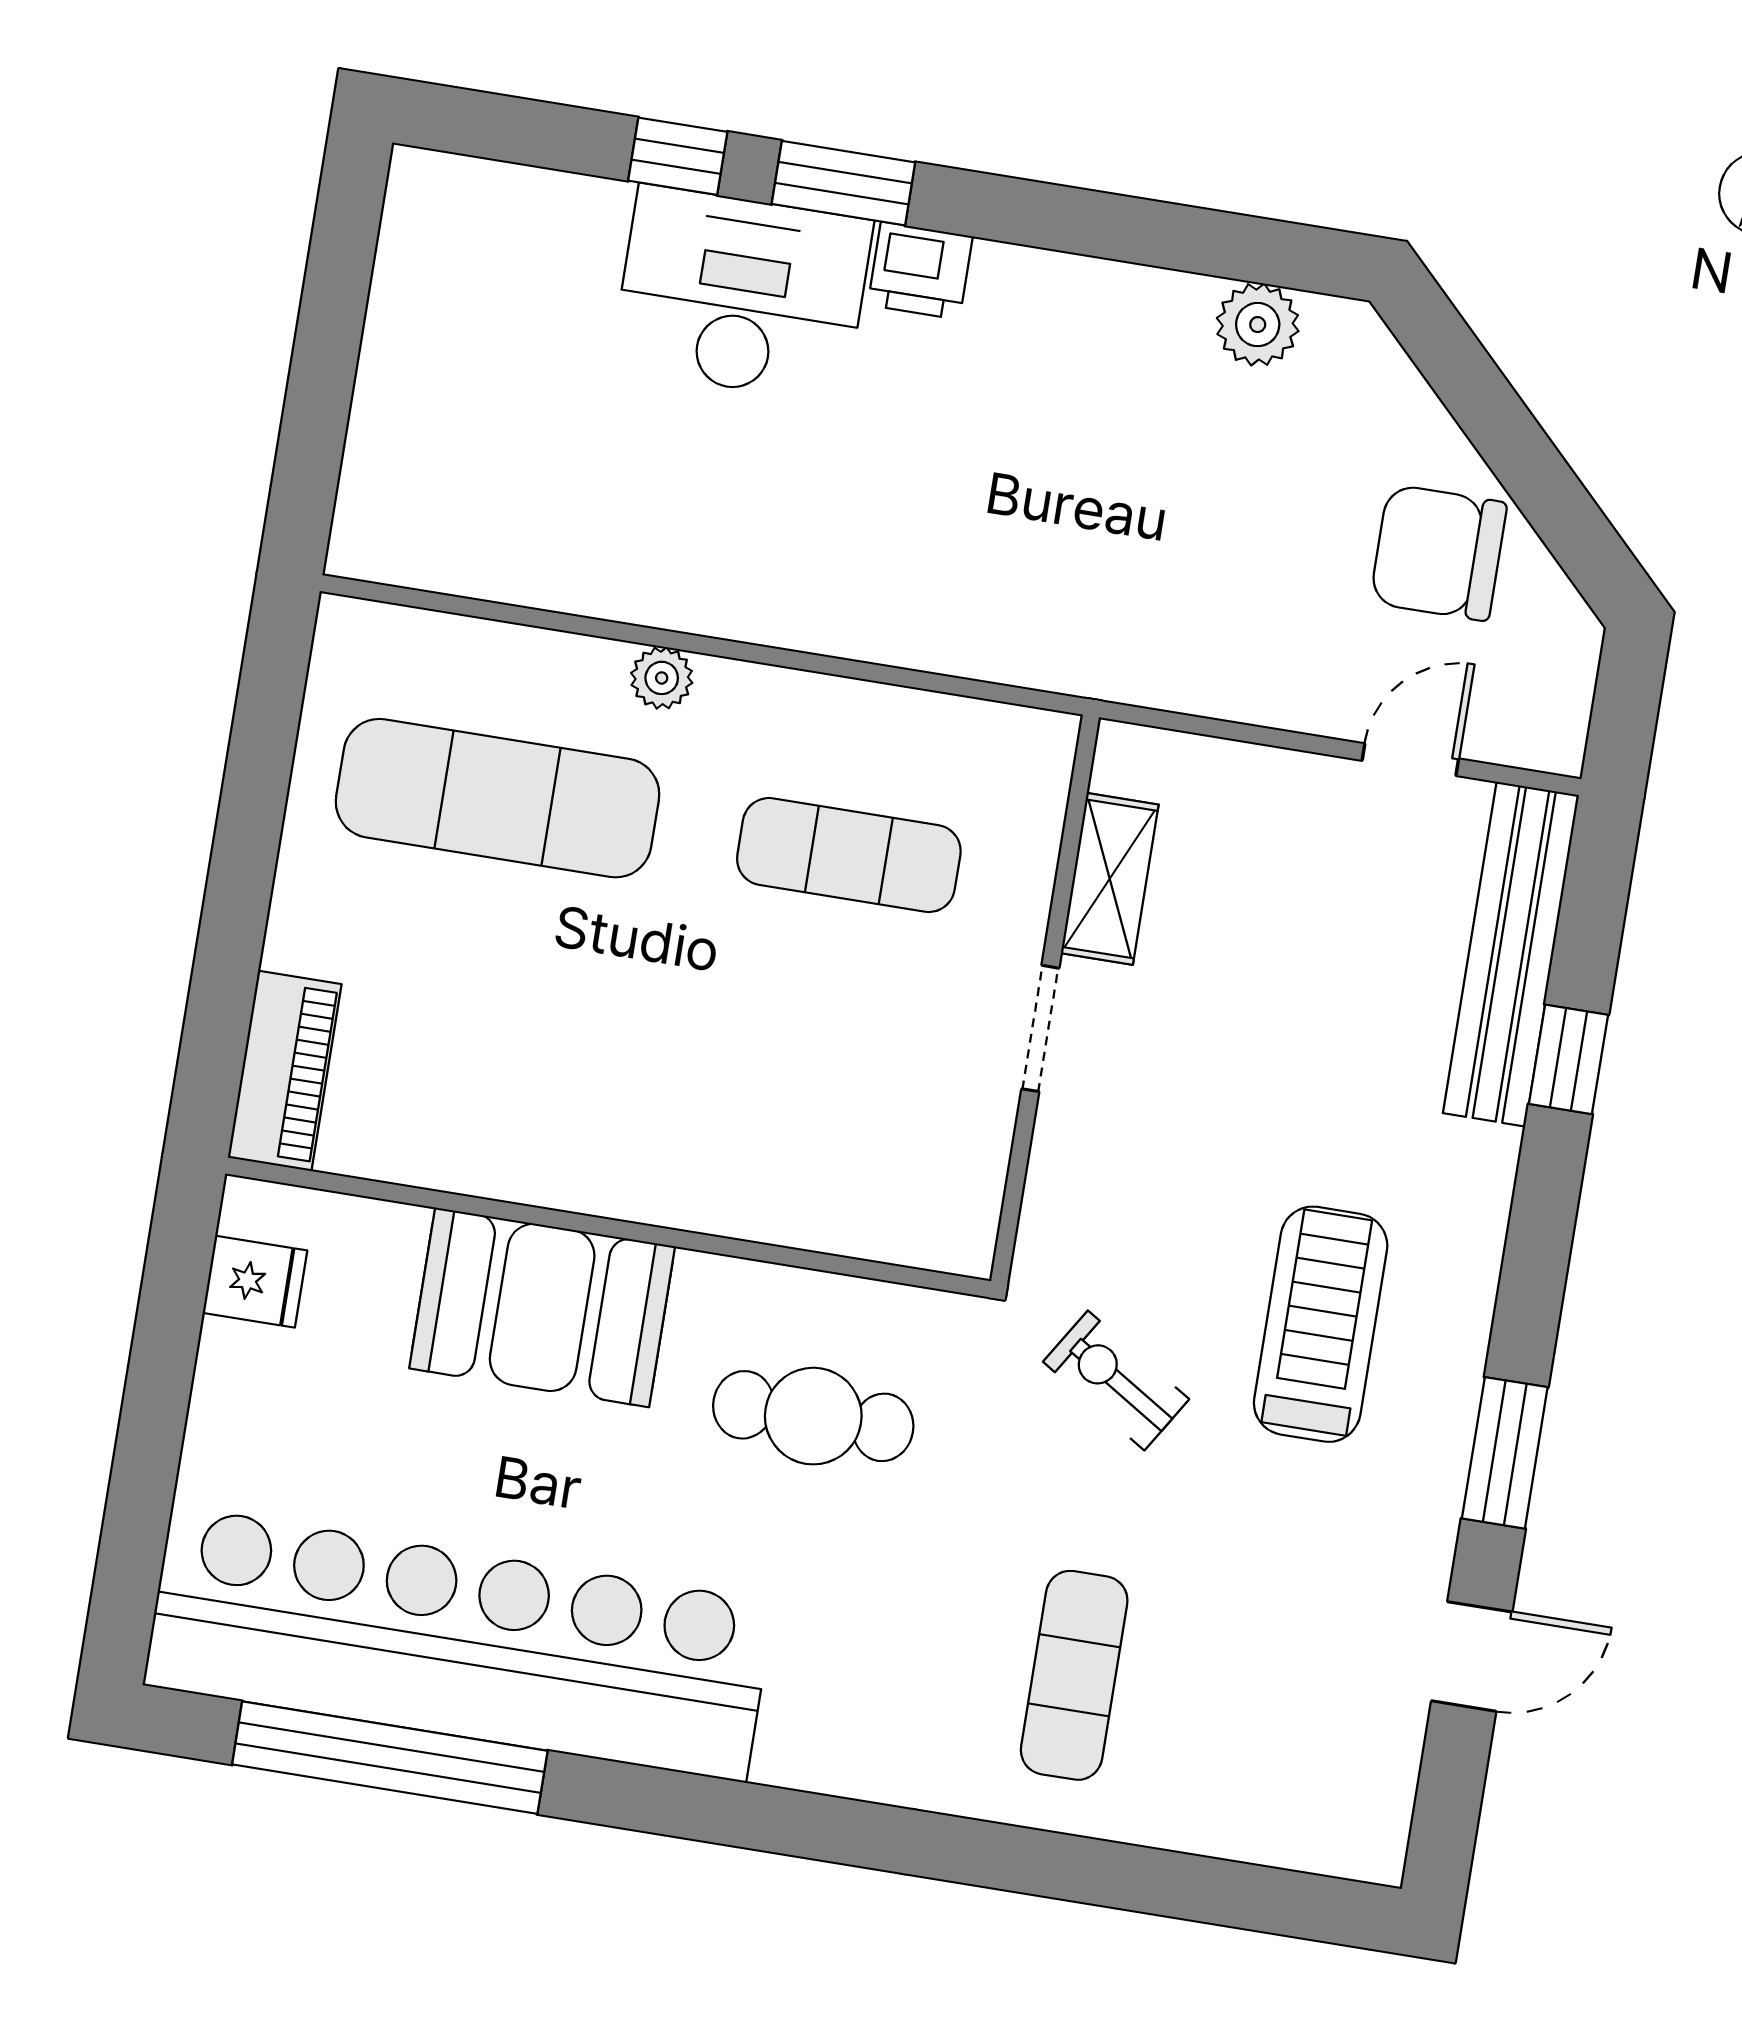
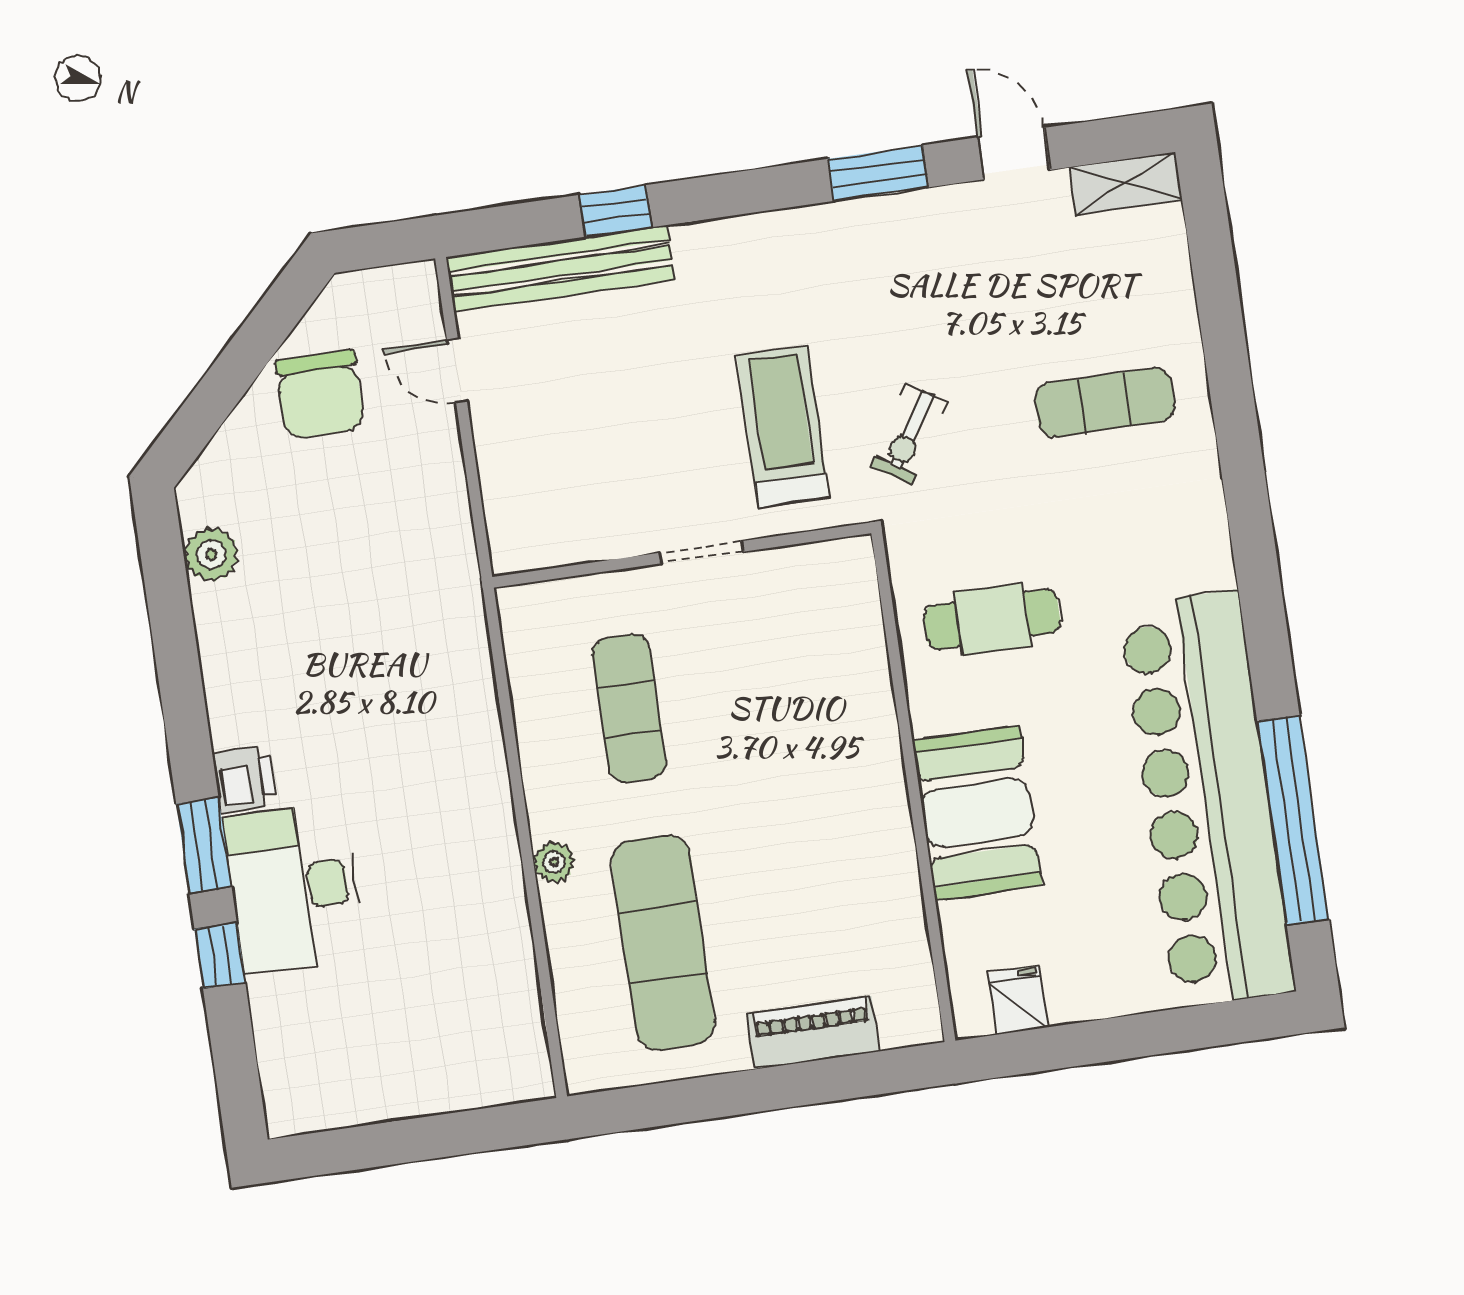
shelving: (1110, 879) -> (1125, 184), moved
piano: (285, 1071) -> (813, 1033), moved
treadmill: (1321, 1324) -> (783, 427), moved, turned 90
cafe table: (813, 1416) -> (992, 619), turned 90

